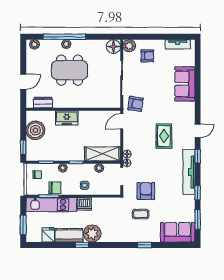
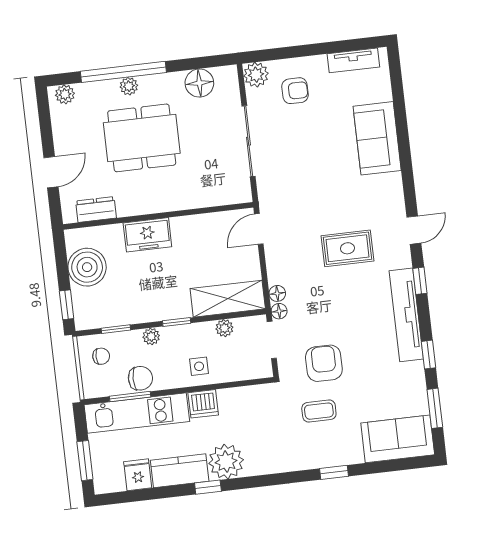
floor lamp: (113, 47) -> (199, 83), moved
armchair: (136, 104) -> (283, 190), removed
rug: (164, 136) -> (348, 248), turned 90

